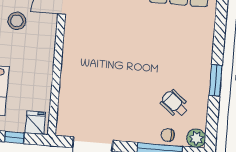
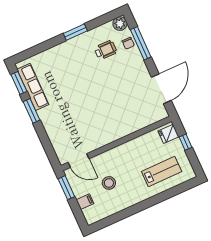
wheelchair: (175, 104) -> (105, 50), turned -129

